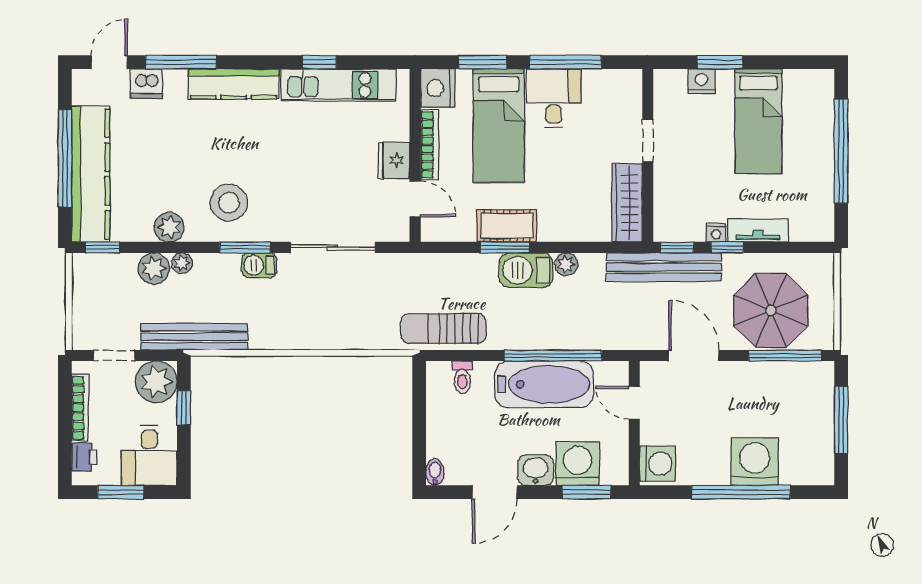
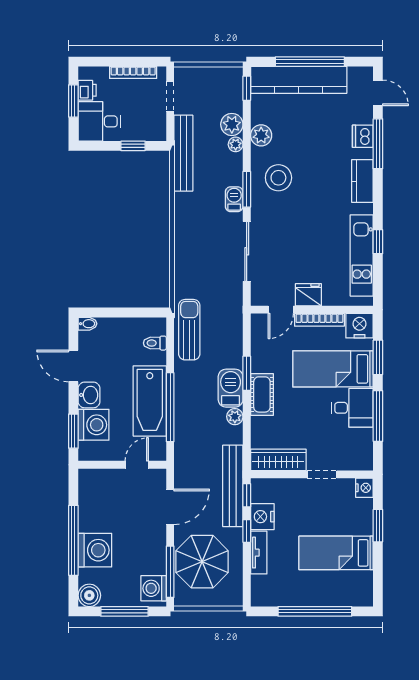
nightstand: (701, 81) -> (364, 488), moved
dishwasher: (146, 84) -> (363, 136), moved
kitchen counter: (234, 84) -> (362, 181), width x0.67
cot: (507, 226) -> (262, 394), moved
nightstand: (716, 233) -> (262, 517), width x1.89, depth x1.79
plant: (156, 382) -> (151, 126), removed
printer: (84, 457) -> (87, 90), moved, turned -90
washing machine: (657, 464) -> (154, 588), moved, turned 90
boiler: (819, 470) -> (89, 595), added

